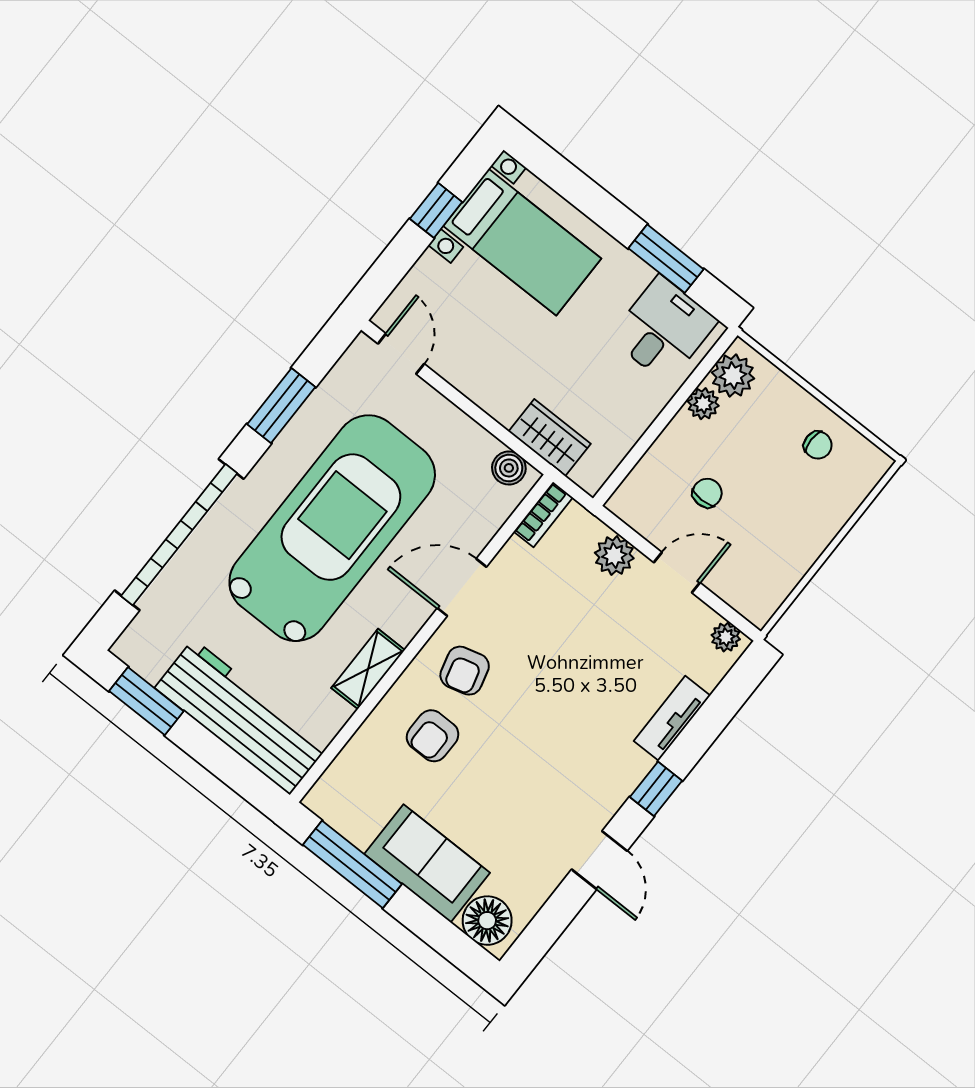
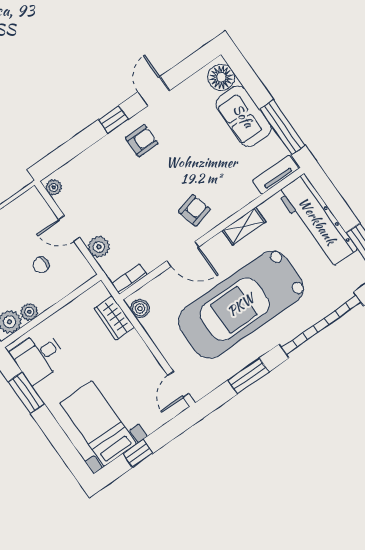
tv unit: (672, 718) -> (276, 175), moved, turned 180
armchair: (433, 736) -> (142, 141), moved

